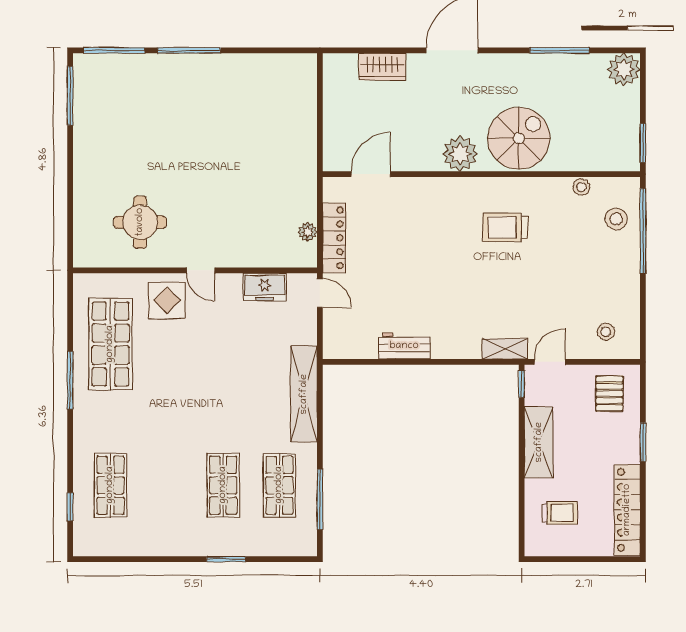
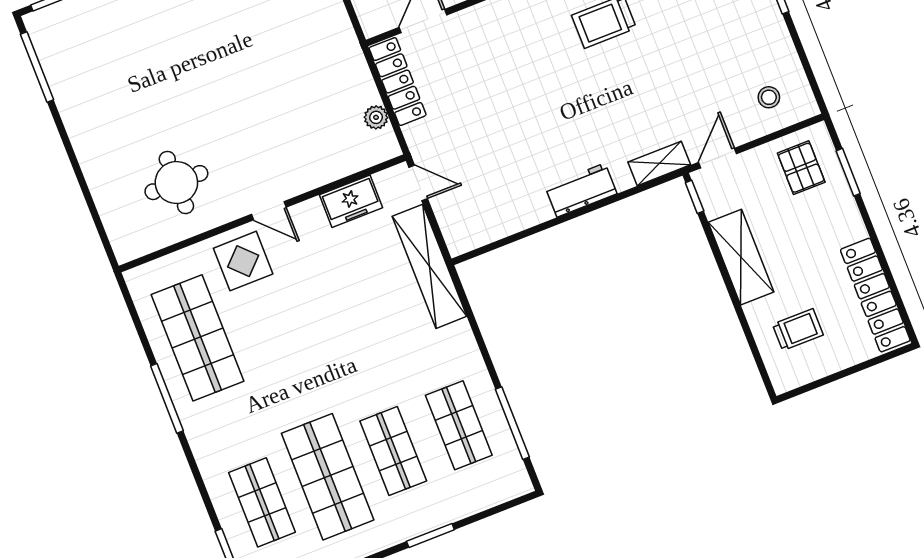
locker: (334, 238) -> (398, 82), moved
workbench: (404, 346) -> (581, 190), moved
shelving: (304, 394) -> (429, 266), moved
window: (643, 442) -> (848, 172), moved
shop shelf: (167, 485) -> (328, 477), added

